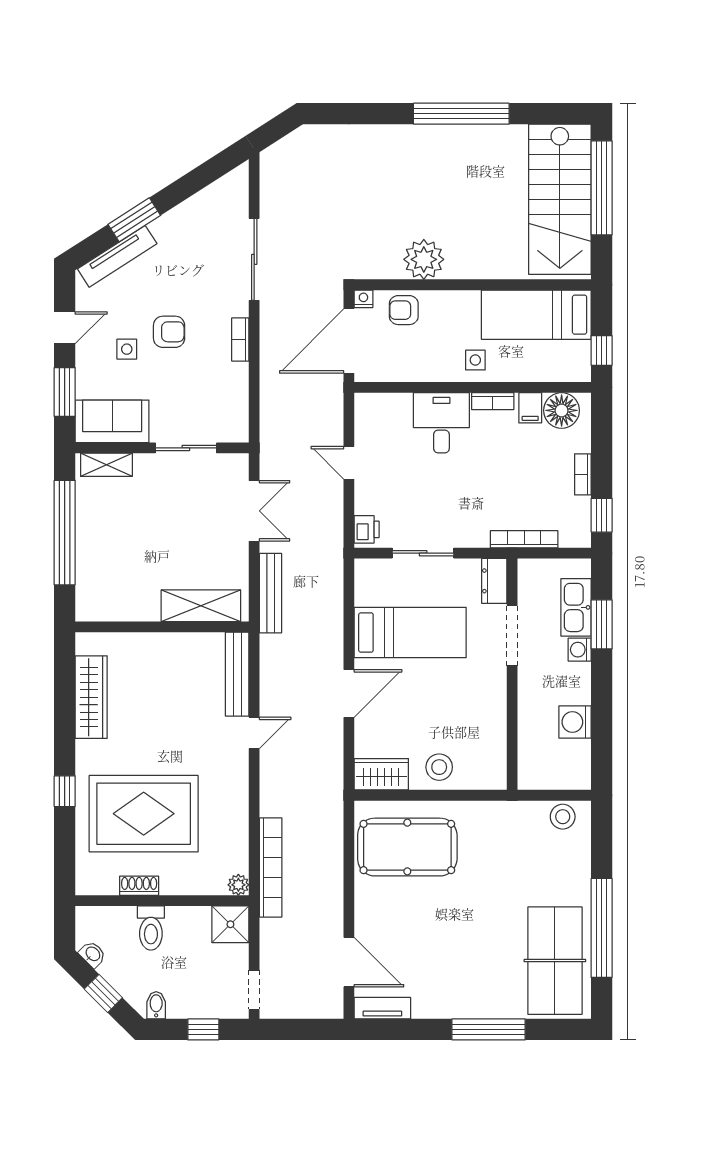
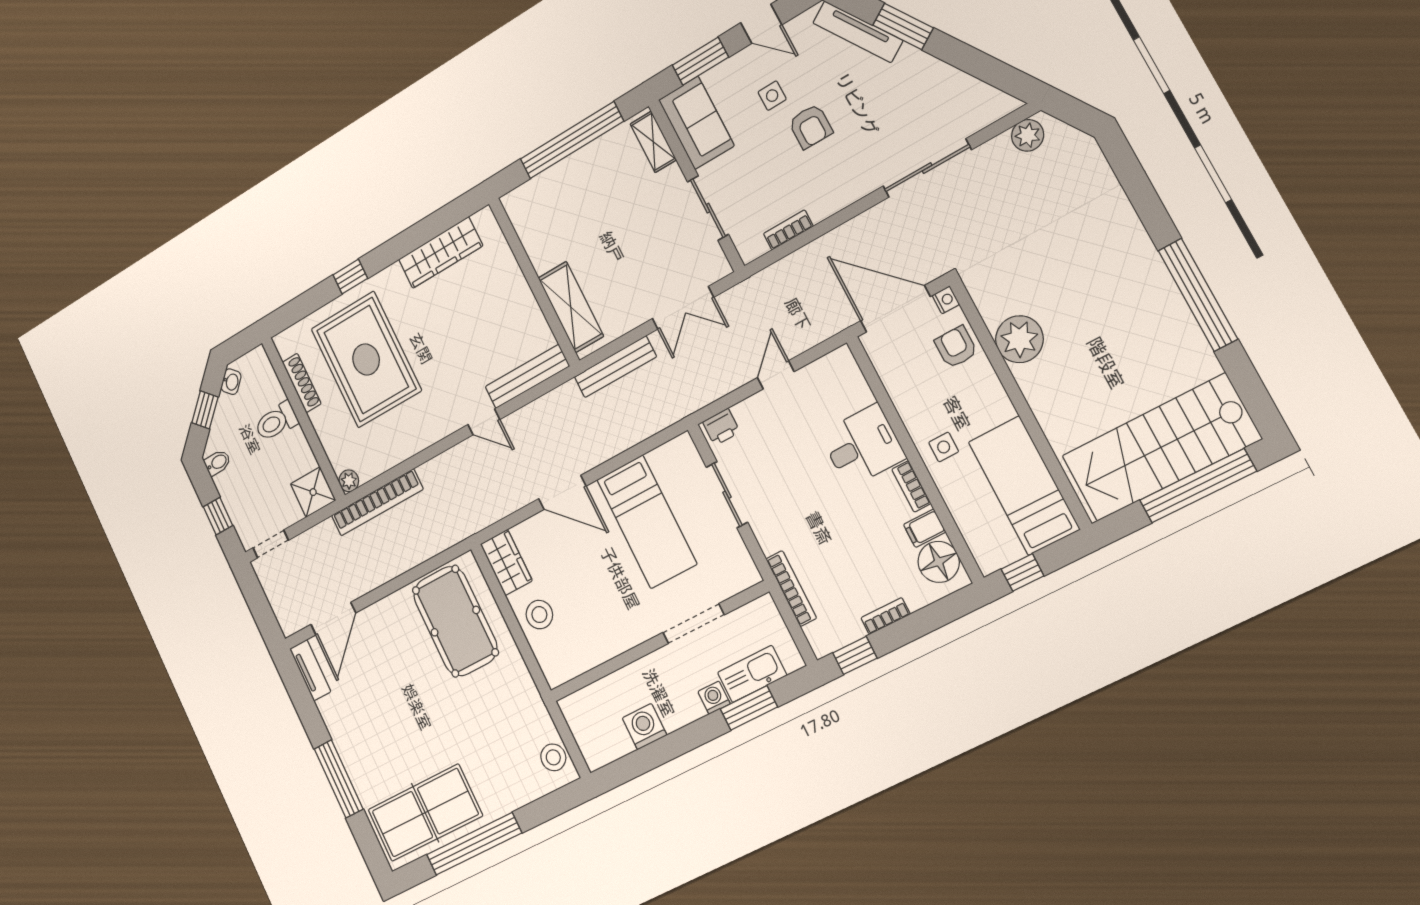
plant: (273, 172) -> (1028, 135), added
bookcase: (240, 340) -> (788, 230), moved
dresser: (494, 581) -> (736, 579), removed
shoe rack: (139, 886) -> (302, 383), width x1.43

